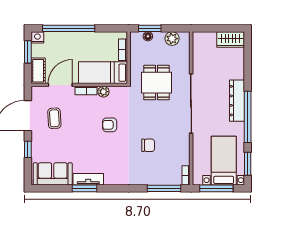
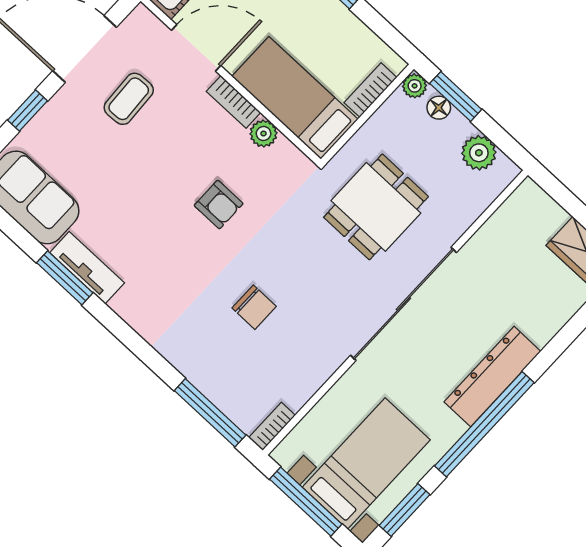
plant: (135, 36) -> (415, 86), added
armchair: (110, 125) -> (219, 205), turned 180

